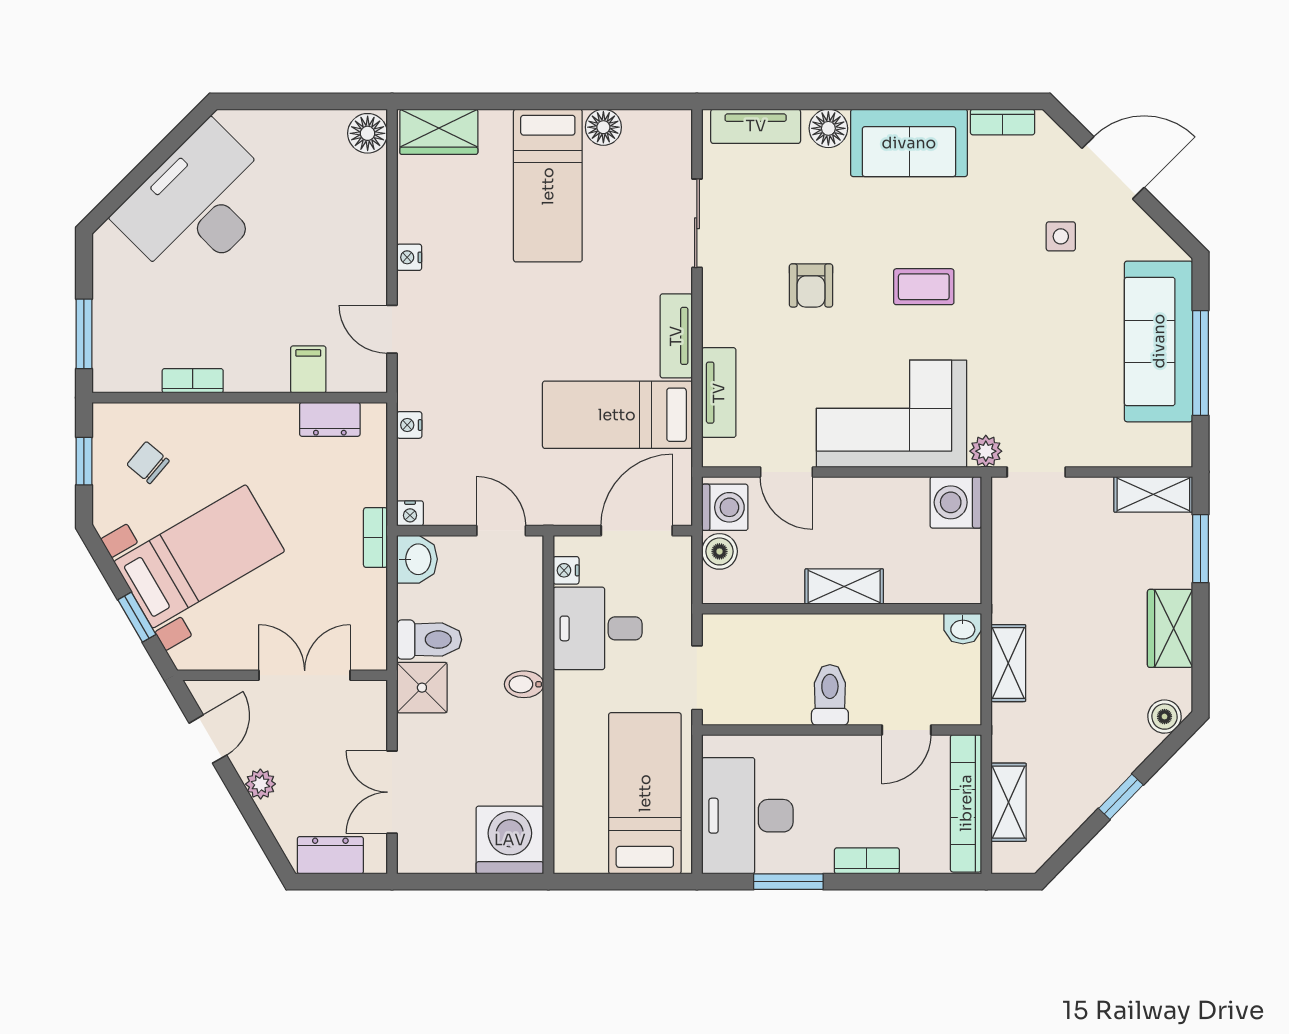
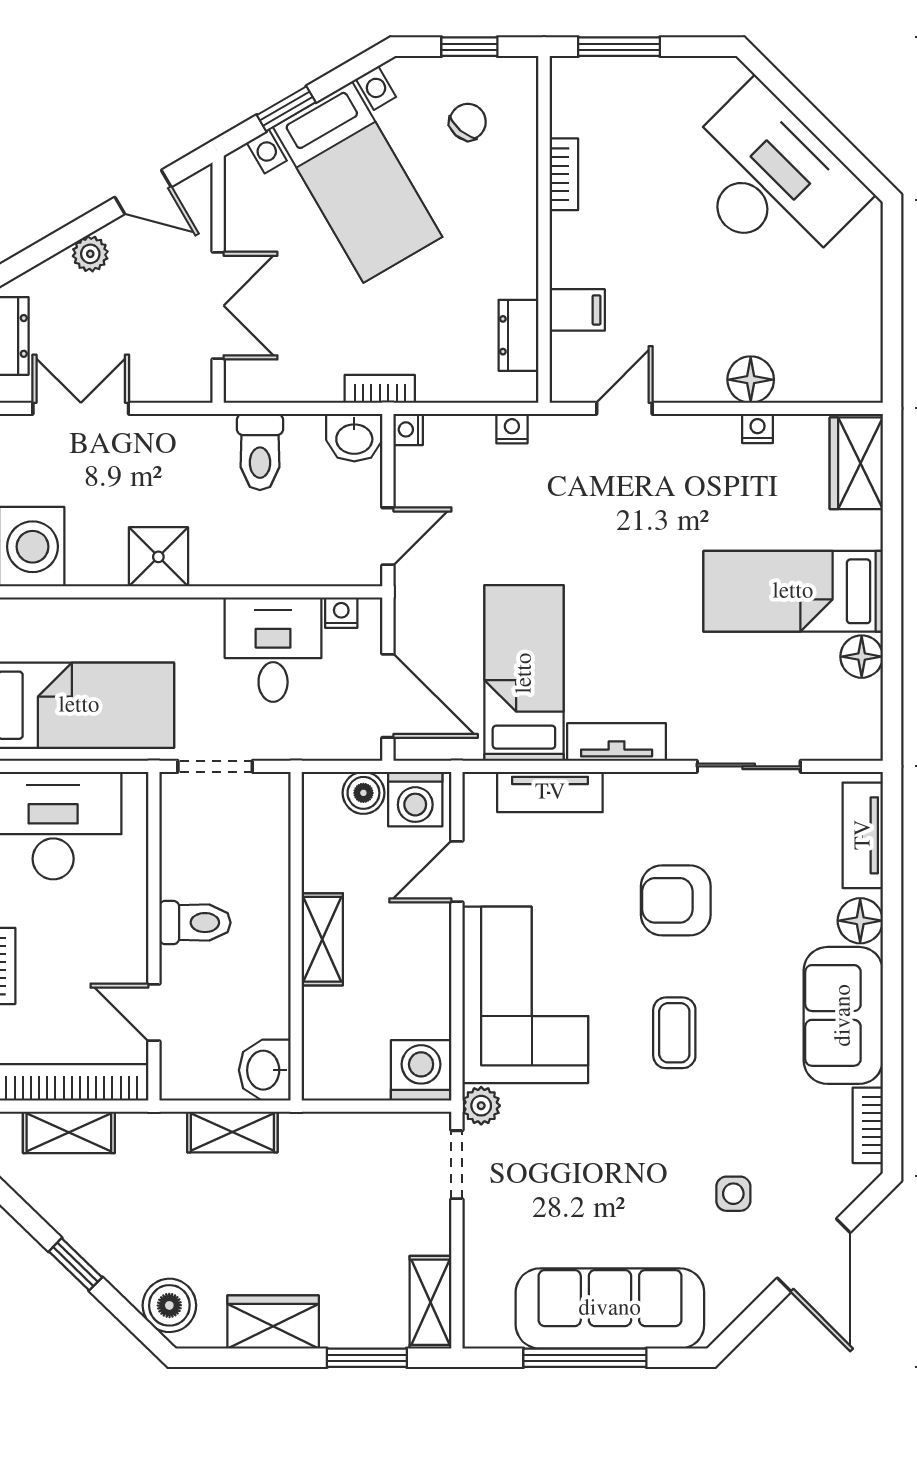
floor lamp: (368, 133) -> (751, 380), moved
nightstand: (409, 257) -> (758, 428), moved
armchair: (811, 285) -> (676, 900), width x1.38, depth x1.38
washbasin: (963, 629) -> (265, 1070), width x1.38, depth x1.45
bidet: (524, 684) -> (207, 563), removed
shower: (422, 688) -> (158, 557), moved
boiler: (1165, 717) -> (169, 1305), width x1.36, depth x1.36

